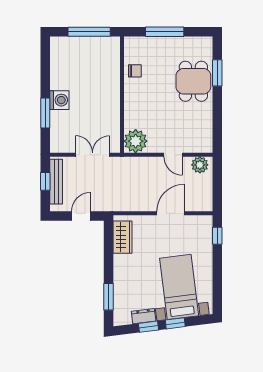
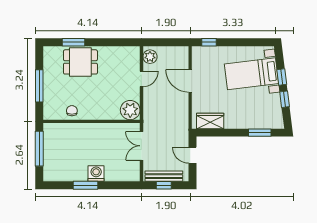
window: (45, 113) -> (86, 185), moved
dresser: (144, 316) -> (276, 103), removed

